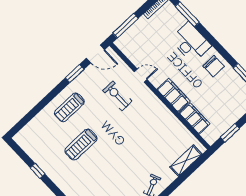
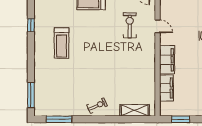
treadmill: (81, 144) -> (62, 43), moved, turned -90

